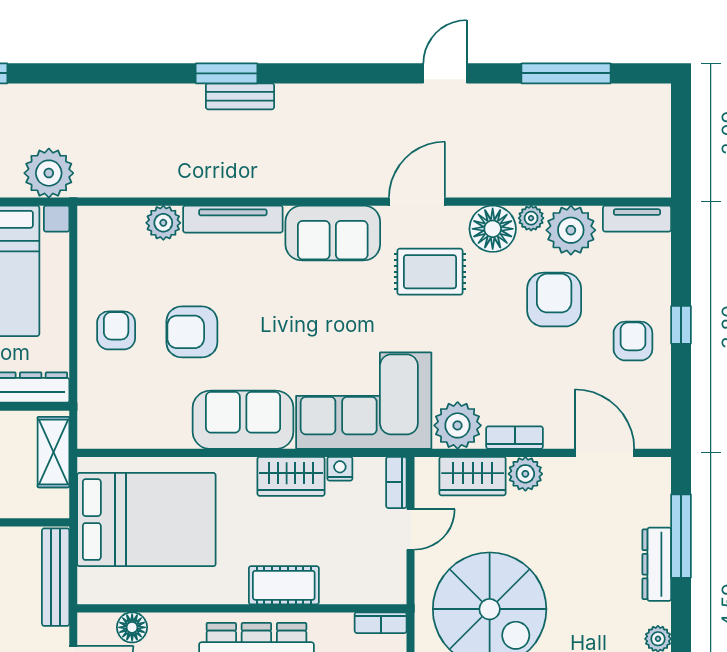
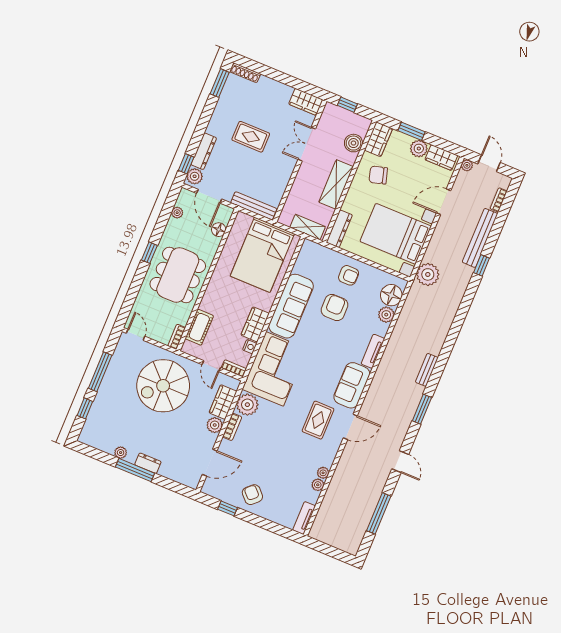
window: (227, 73) -> (422, 409), moved
door: (417, 202) -> (350, 427), hinge flipped
tv unit: (233, 219) -> (373, 351), width x0.71
floor lamp: (493, 229) -> (391, 295), moved
plant: (571, 230) -> (318, 485), width x0.53, depth x0.53
armchair: (554, 300) -> (284, 468), removed
window: (681, 325) -> (228, 508), moved
armchair: (633, 341) -> (252, 495), turned -133
sofa: (243, 420) -> (291, 306), width x1.36
window: (681, 536) -> (135, 470), moved
dresser: (657, 564) -> (148, 463), width x0.70
cot: (284, 585) -> (199, 327), moved

